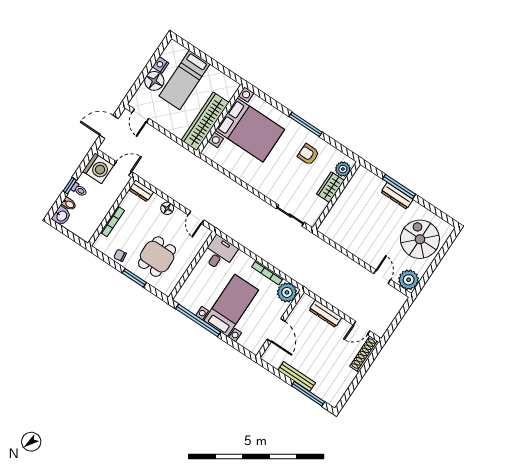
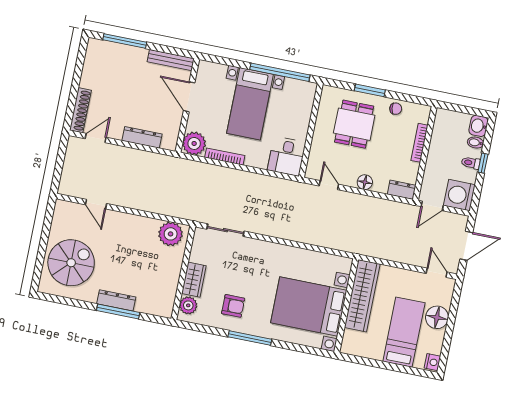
nightstand: (161, 65) -> (432, 362), moved
spiral stairs: (420, 239) -> (71, 263), turned -90
plant: (409, 280) -> (171, 234), moved
bench: (297, 376) -> (171, 60), moved

